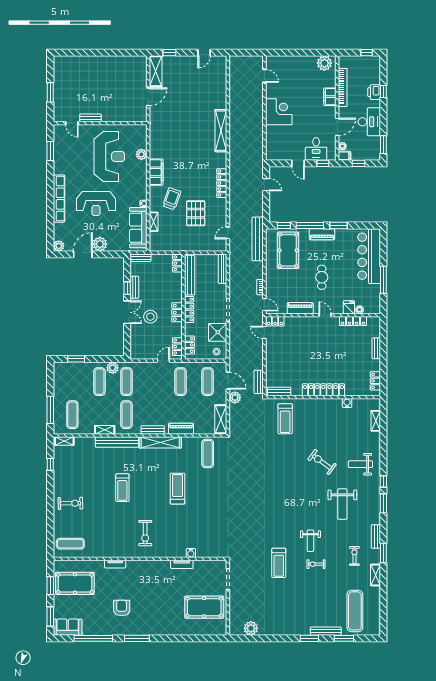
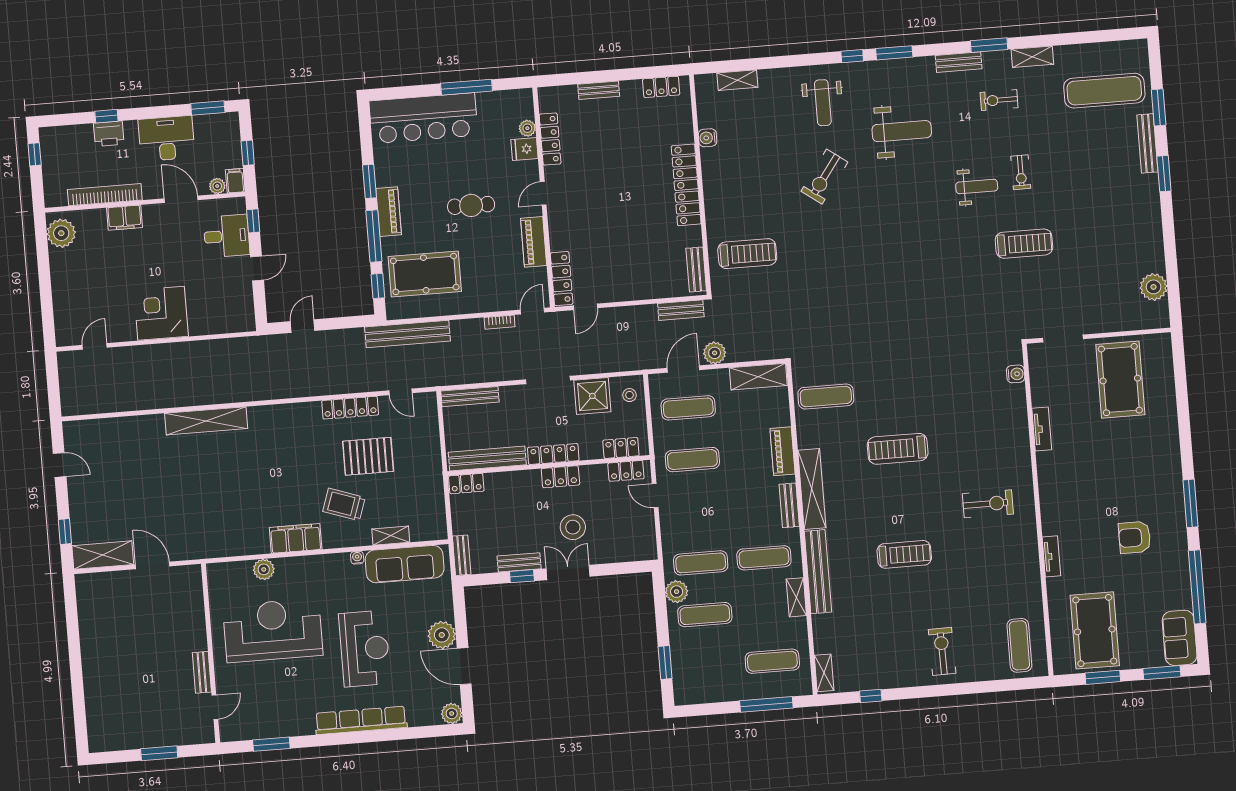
locker: (222, 183) -> (350, 408), moved
locker: (275, 321) -> (562, 279), width x1.53
water cooler: (191, 553) -> (1016, 374), moved

